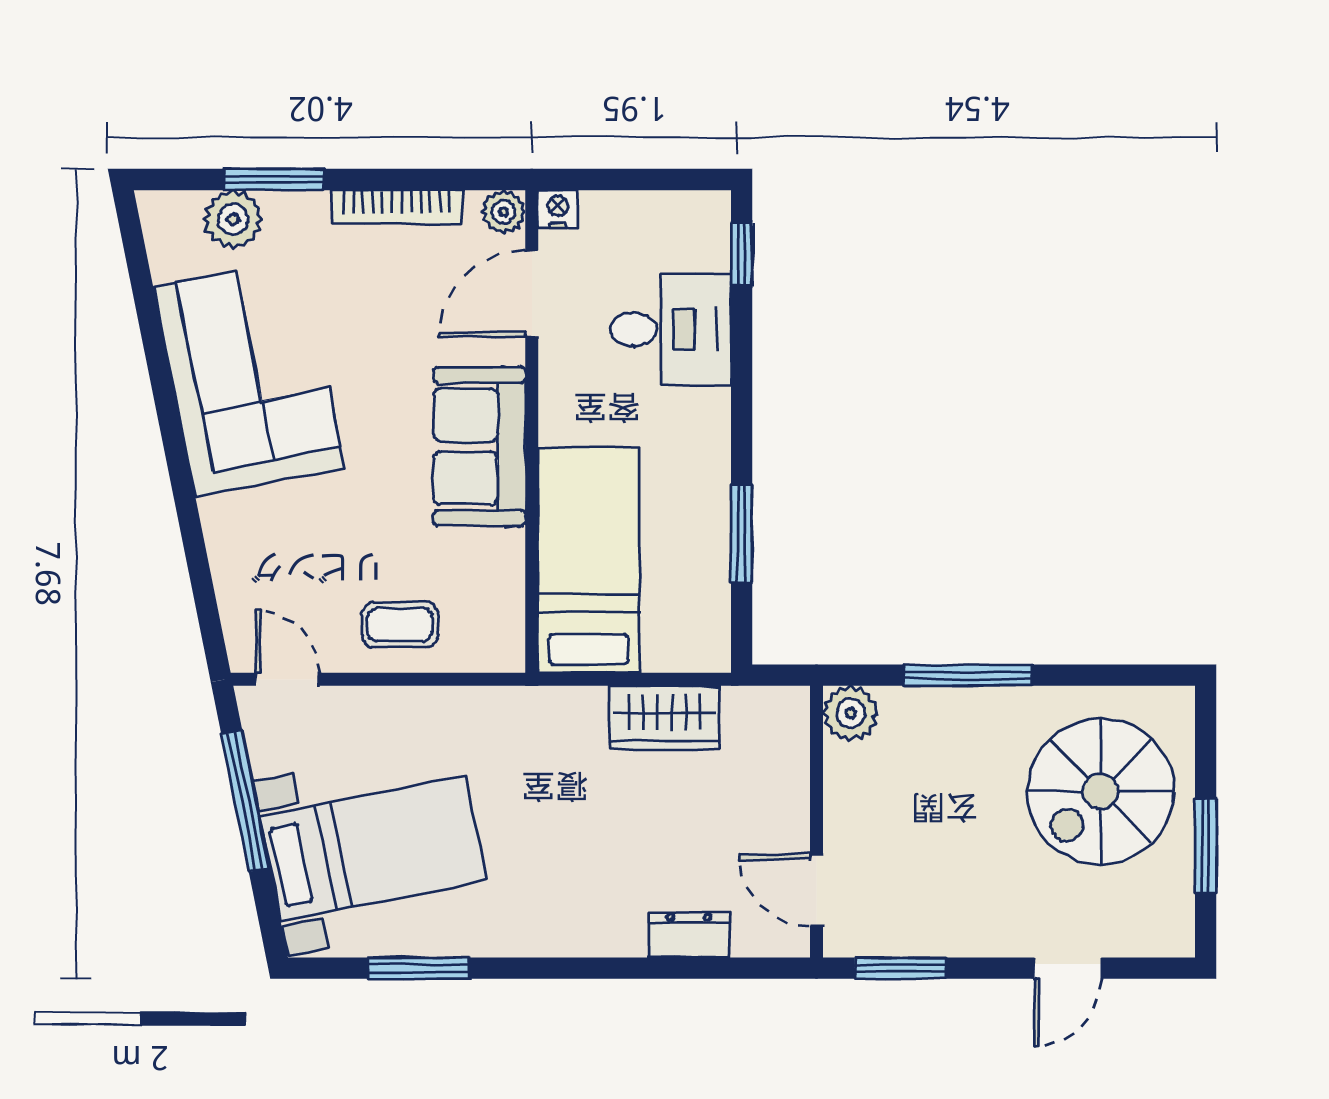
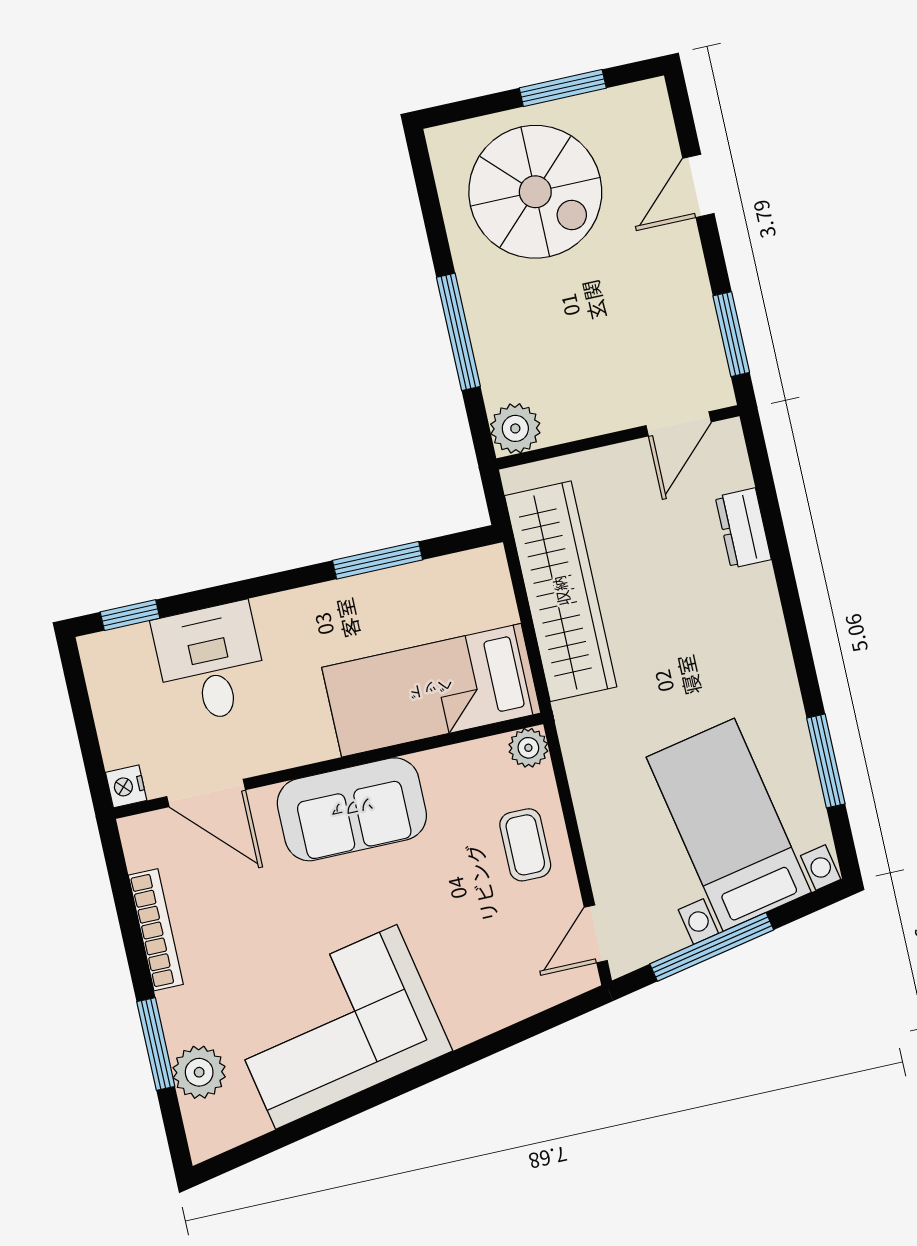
plant: (504, 212) -> (528, 748), moved
wardrobe: (664, 718) -> (561, 591), width x2.10, depth x1.17
door: (1068, 968) -> (698, 186), swing flipped

